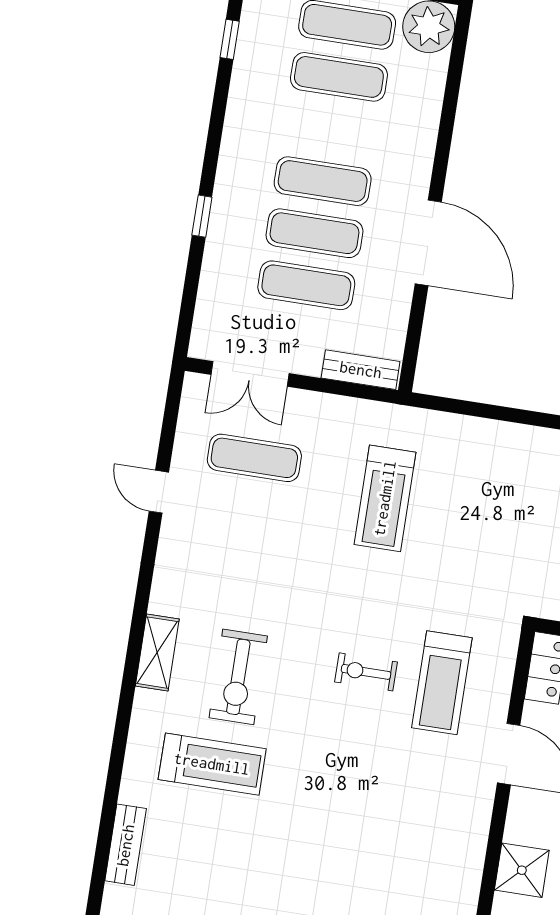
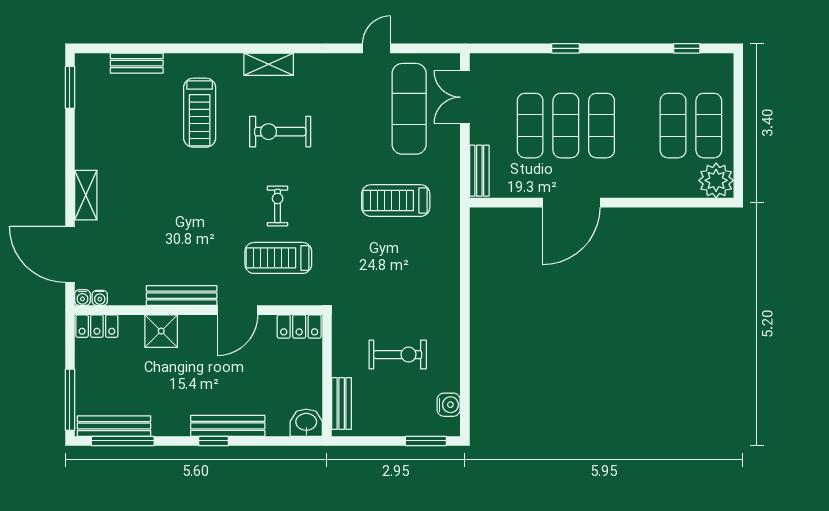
exercise mat: (254, 458) -> (409, 109), width x1.36, depth x1.45
exercise bike: (238, 677) -> (280, 132), moved
bench: (475, 832) -> (182, 296), added

